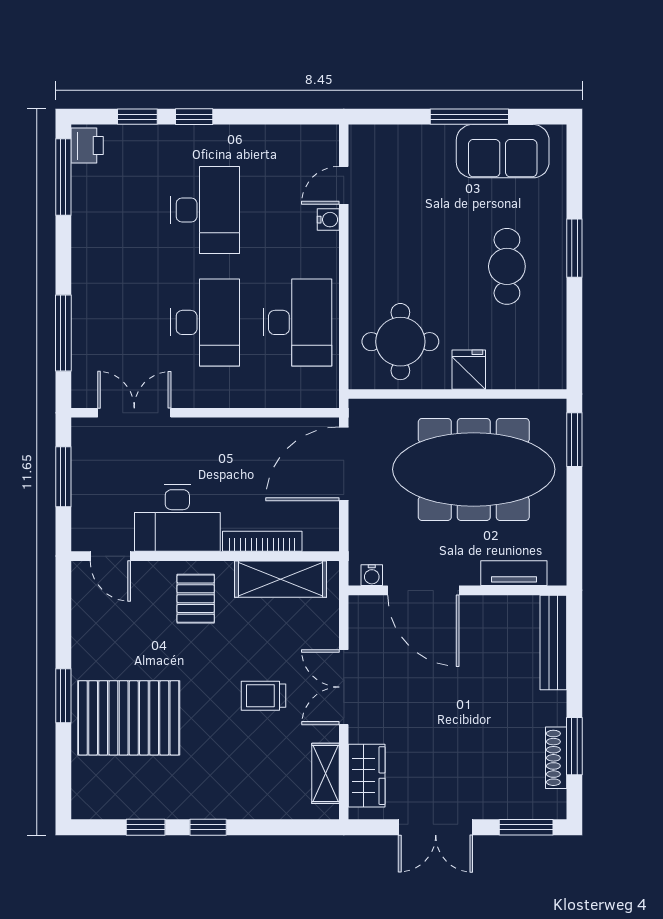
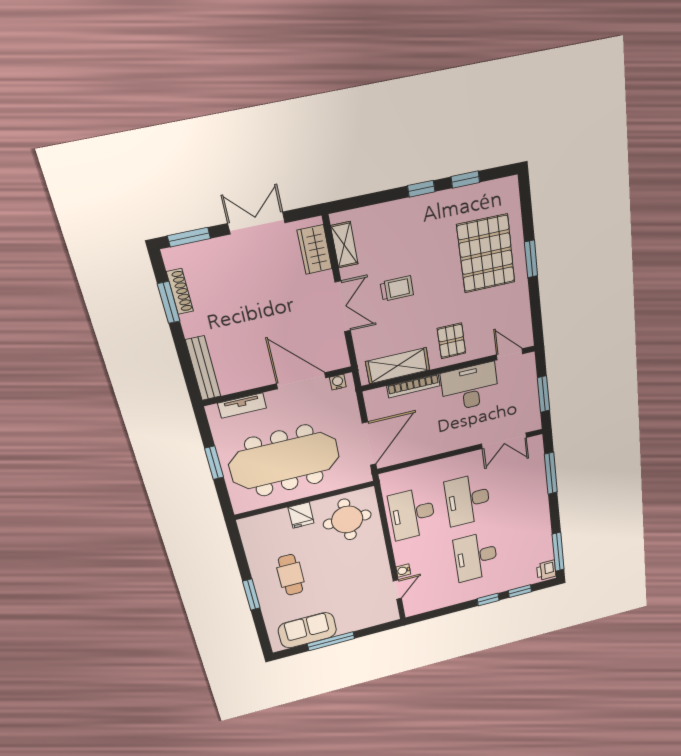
window: (574, 440) -> (214, 463), moved
pallet: (129, 718) -> (486, 254), turned 90

